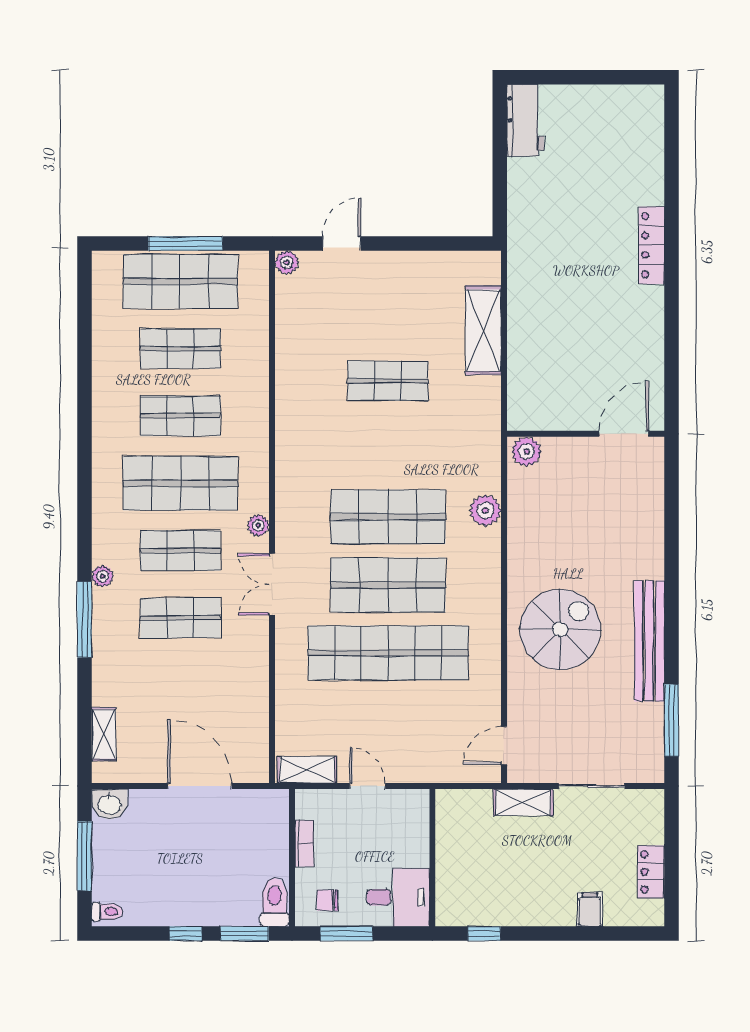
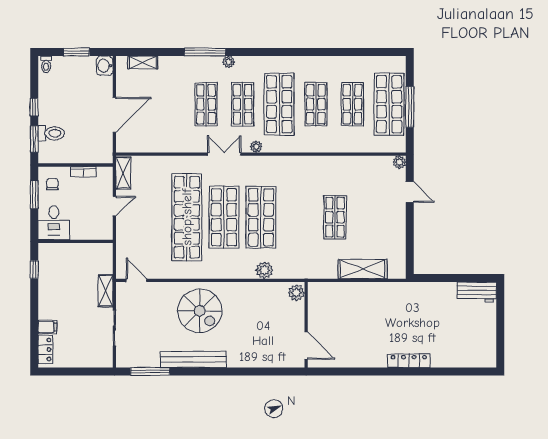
window: (84, 856) -> (76, 52), width x0.69
locker: (651, 872) -> (45, 349), moved, turned 90
toilet: (275, 902) -> (51, 133), moved

